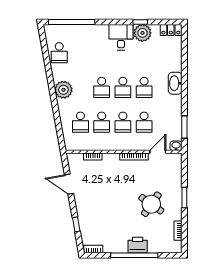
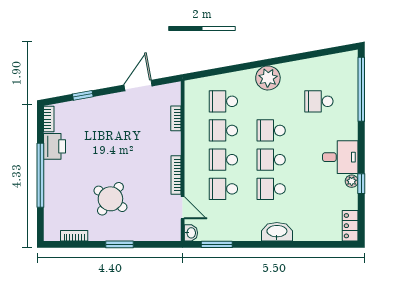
plant: (142, 33) -> (352, 181), width x0.53, depth x0.53
school desk: (59, 53) -> (319, 101), moved
printer: (138, 245) -> (54, 146), moved

